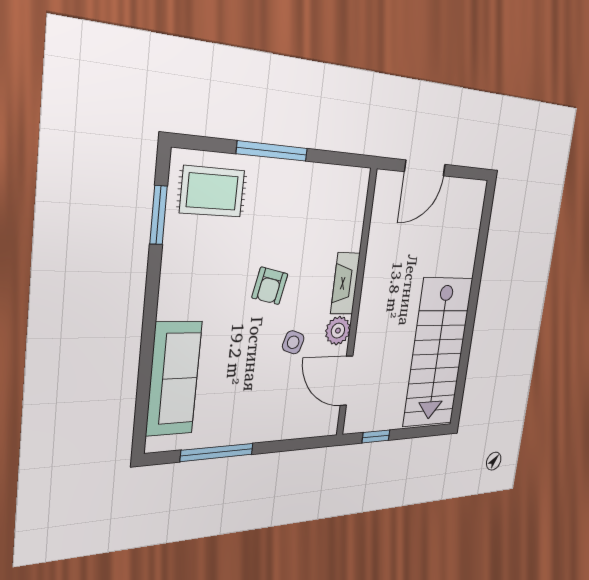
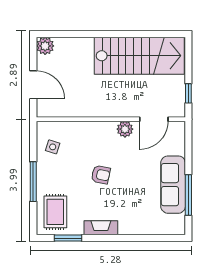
plant: (474, 194) -> (45, 46), added
fireplace: (345, 283) -> (101, 228), moved, turned 180
side table: (293, 342) -> (53, 147), moved
sofa: (174, 379) -> (173, 185), moved, turned -90

